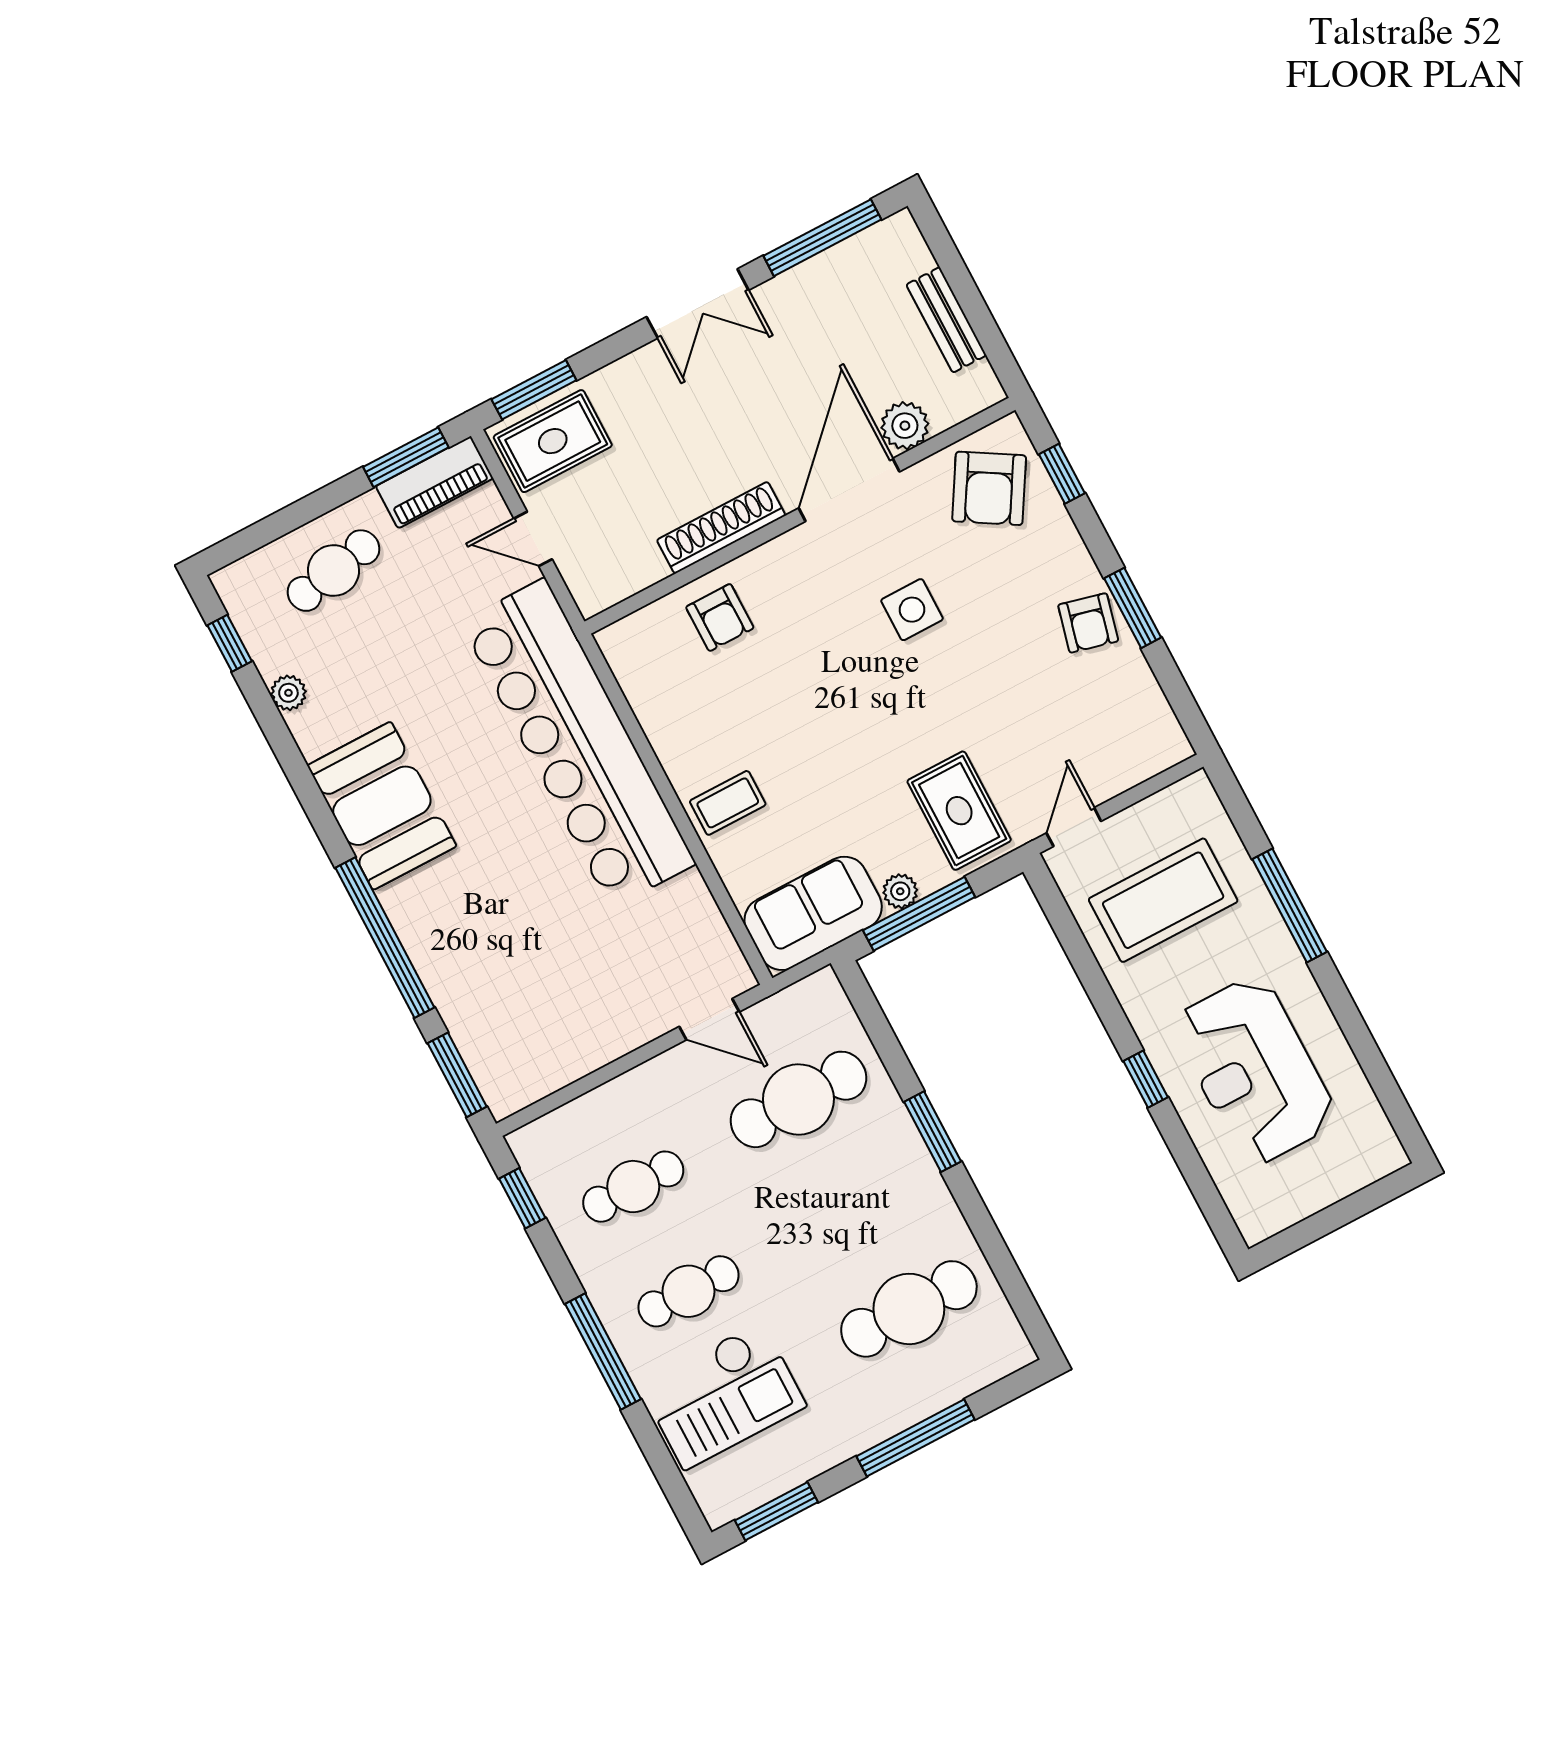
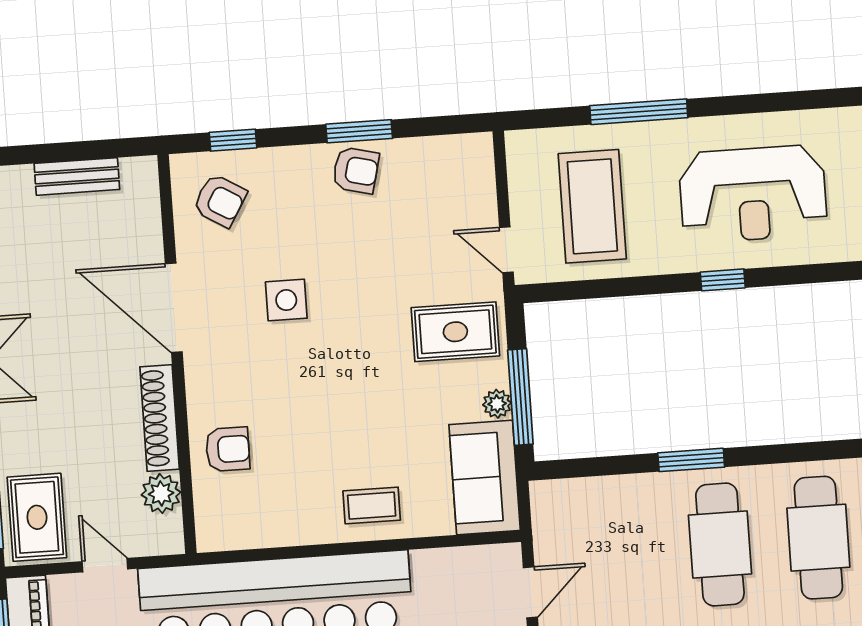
plant: (905, 426) -> (161, 493), moved
armchair: (989, 488) -> (220, 200), width x0.72, depth x0.72
door: (533, 539) -> (105, 565), swing flipped
coffee table: (728, 803) -> (372, 506), turned 90
cafe table: (798, 1099) -> (720, 544), moved

